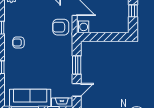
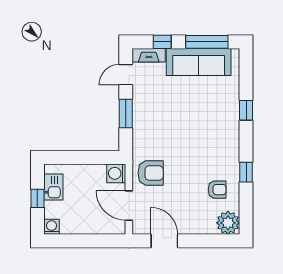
kitchen sink: (123, 18) -> (53, 187), added
armchair: (18, 43) -> (217, 190), moved

